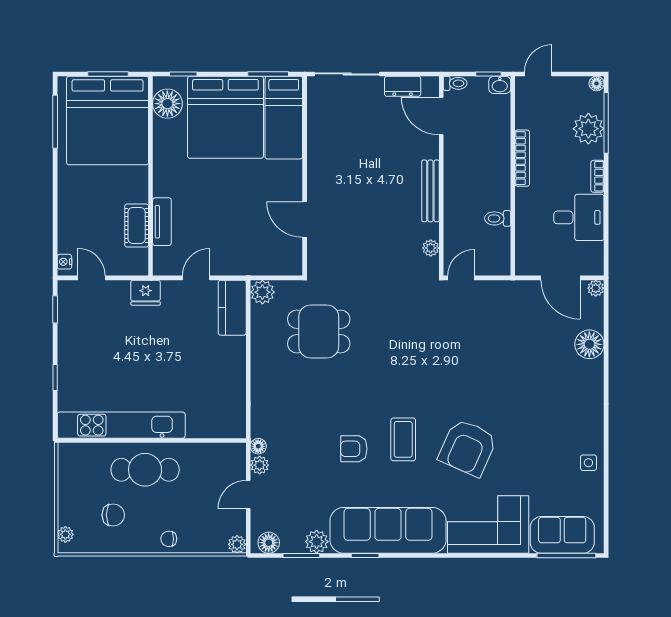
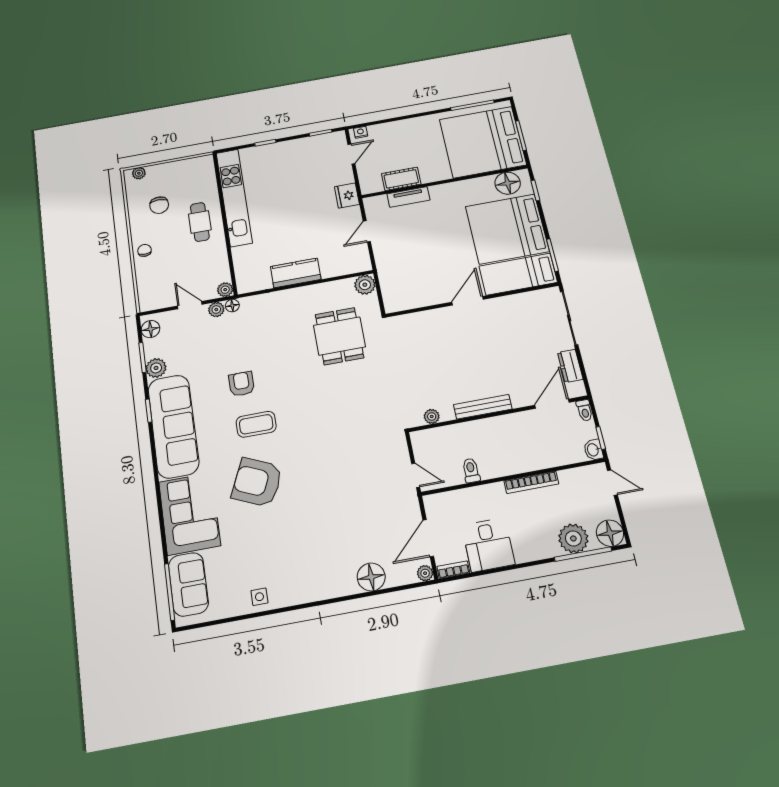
floor lamp: (597, 83) -> (610, 533), width x1.89, depth x1.89
bookcase: (597, 176) -> (453, 570), moved
door: (305, 220) -> (468, 301), moved
door: (196, 278) -> (367, 231), swing flipped
door: (461, 278) -> (416, 475), moved
kitchen counter: (232, 308) -> (296, 273), moved
cafe table: (145, 470) -> (200, 222), width x0.73, depth x0.74
plant: (237, 544) -> (225, 290), moved

